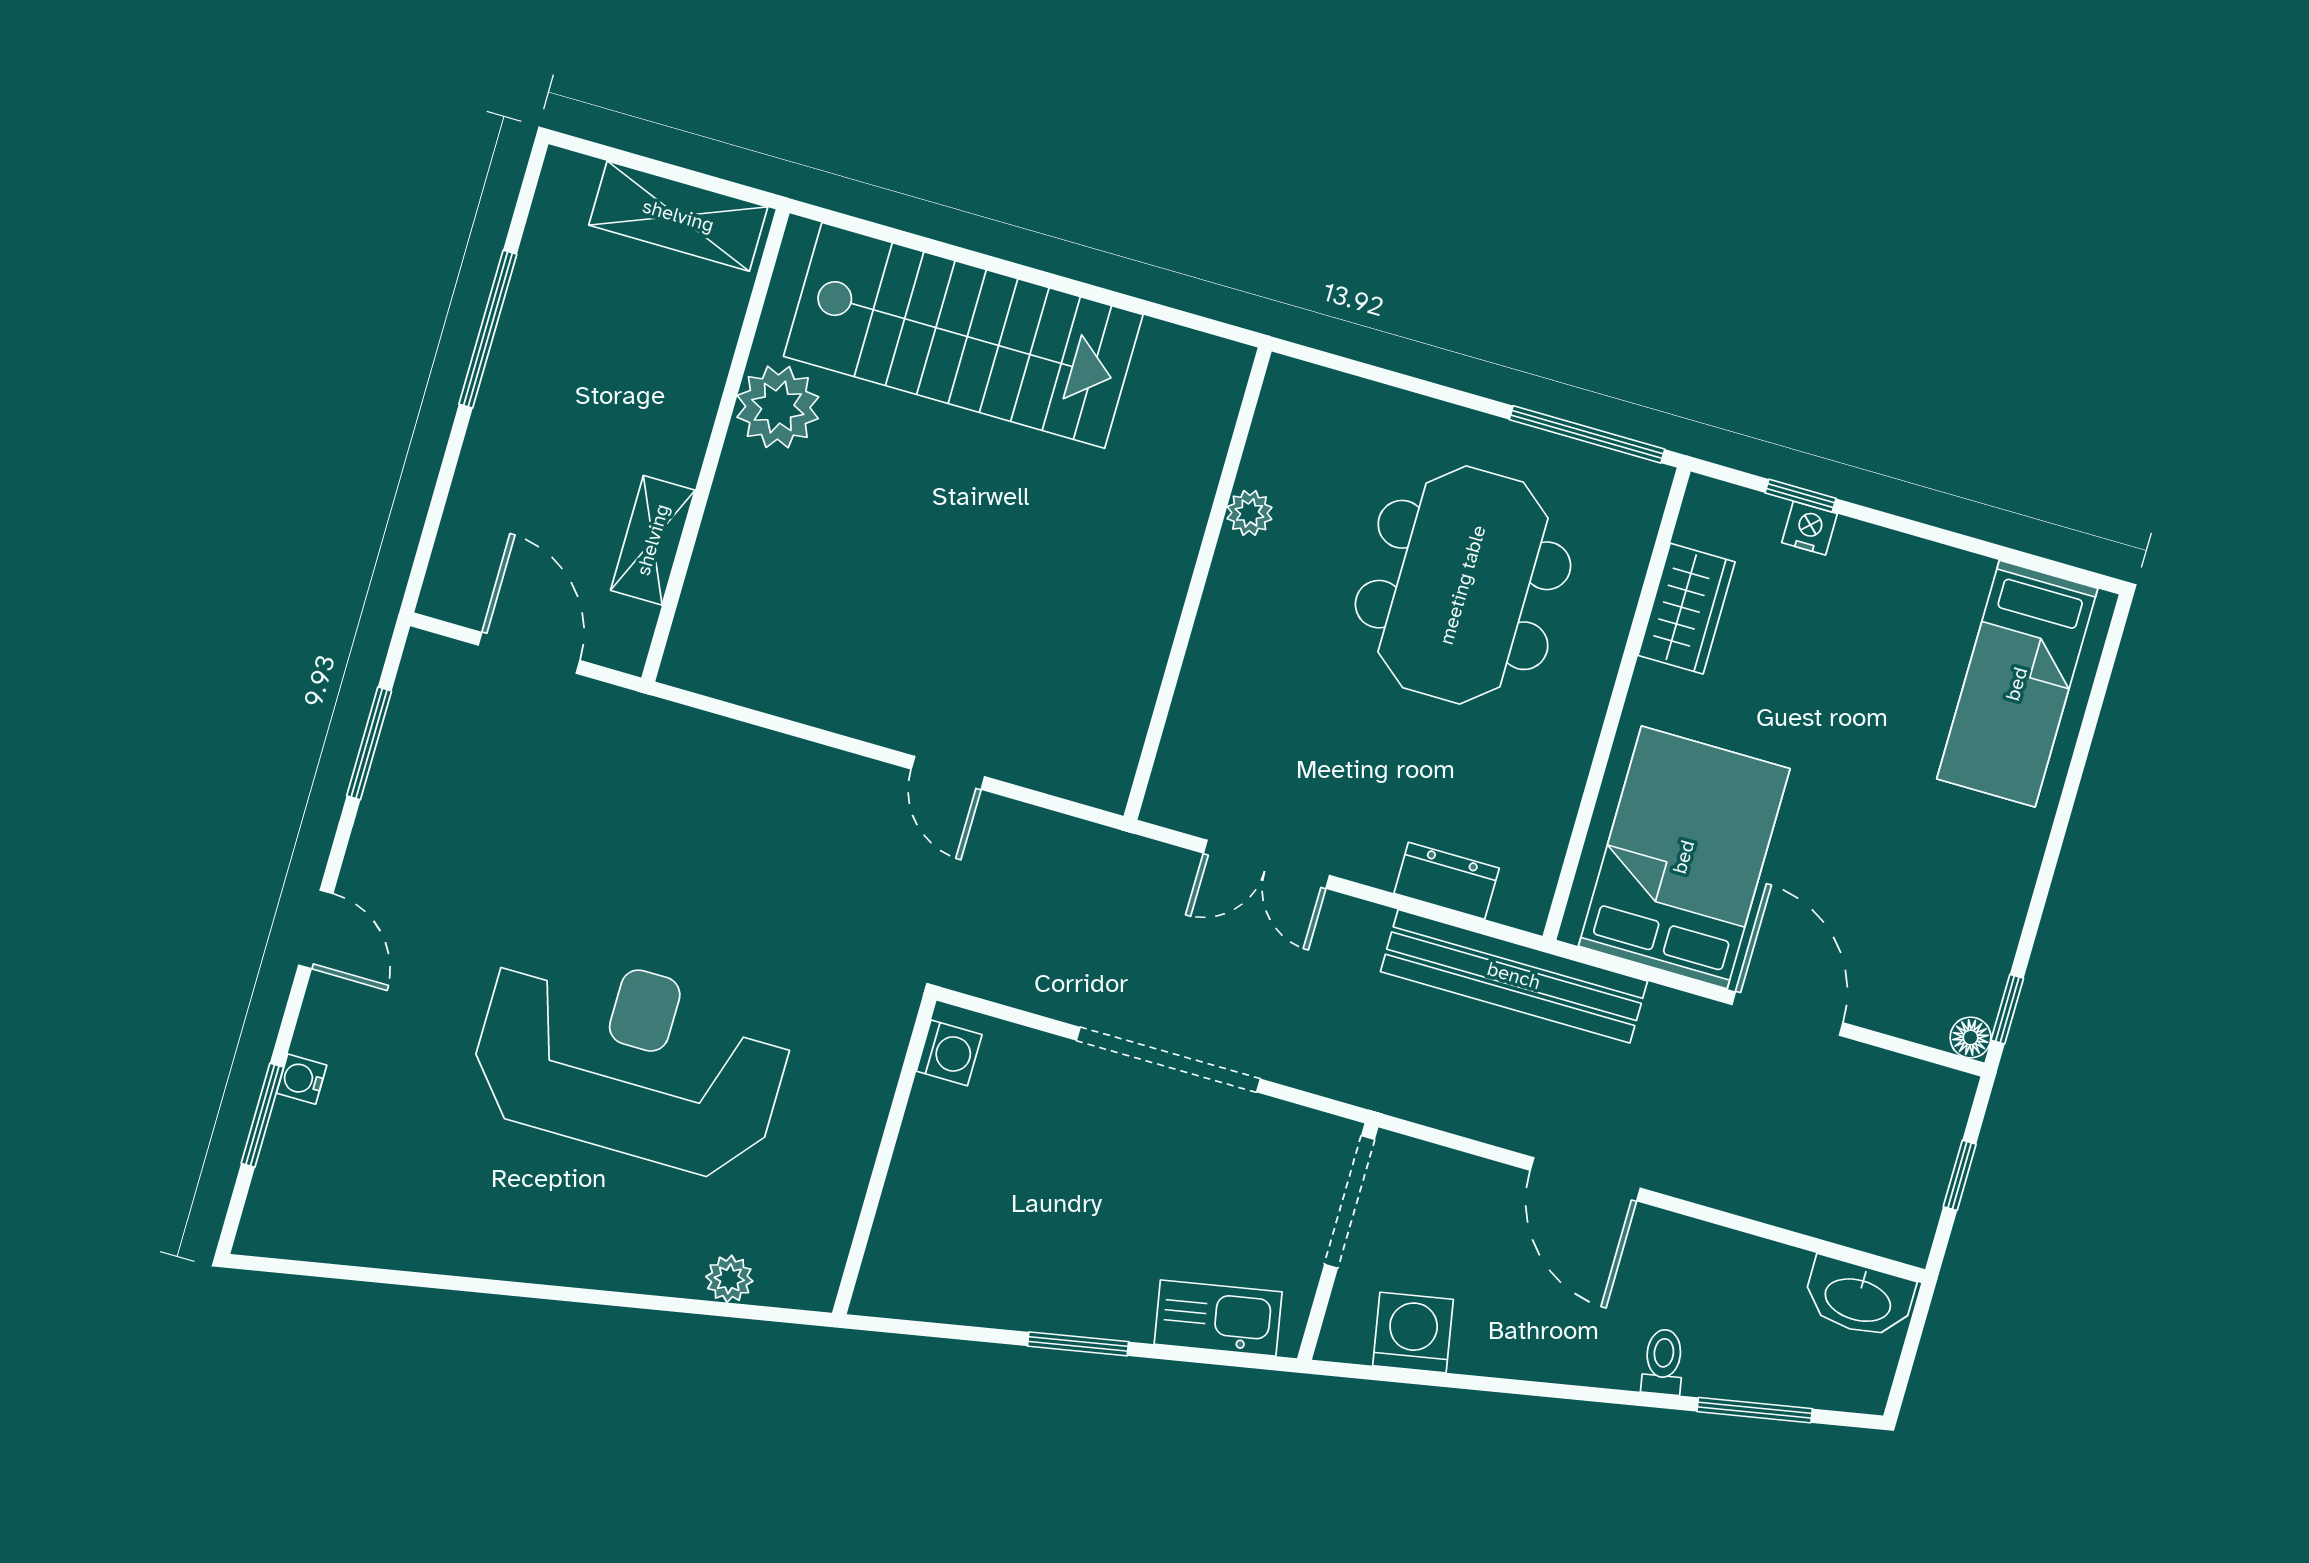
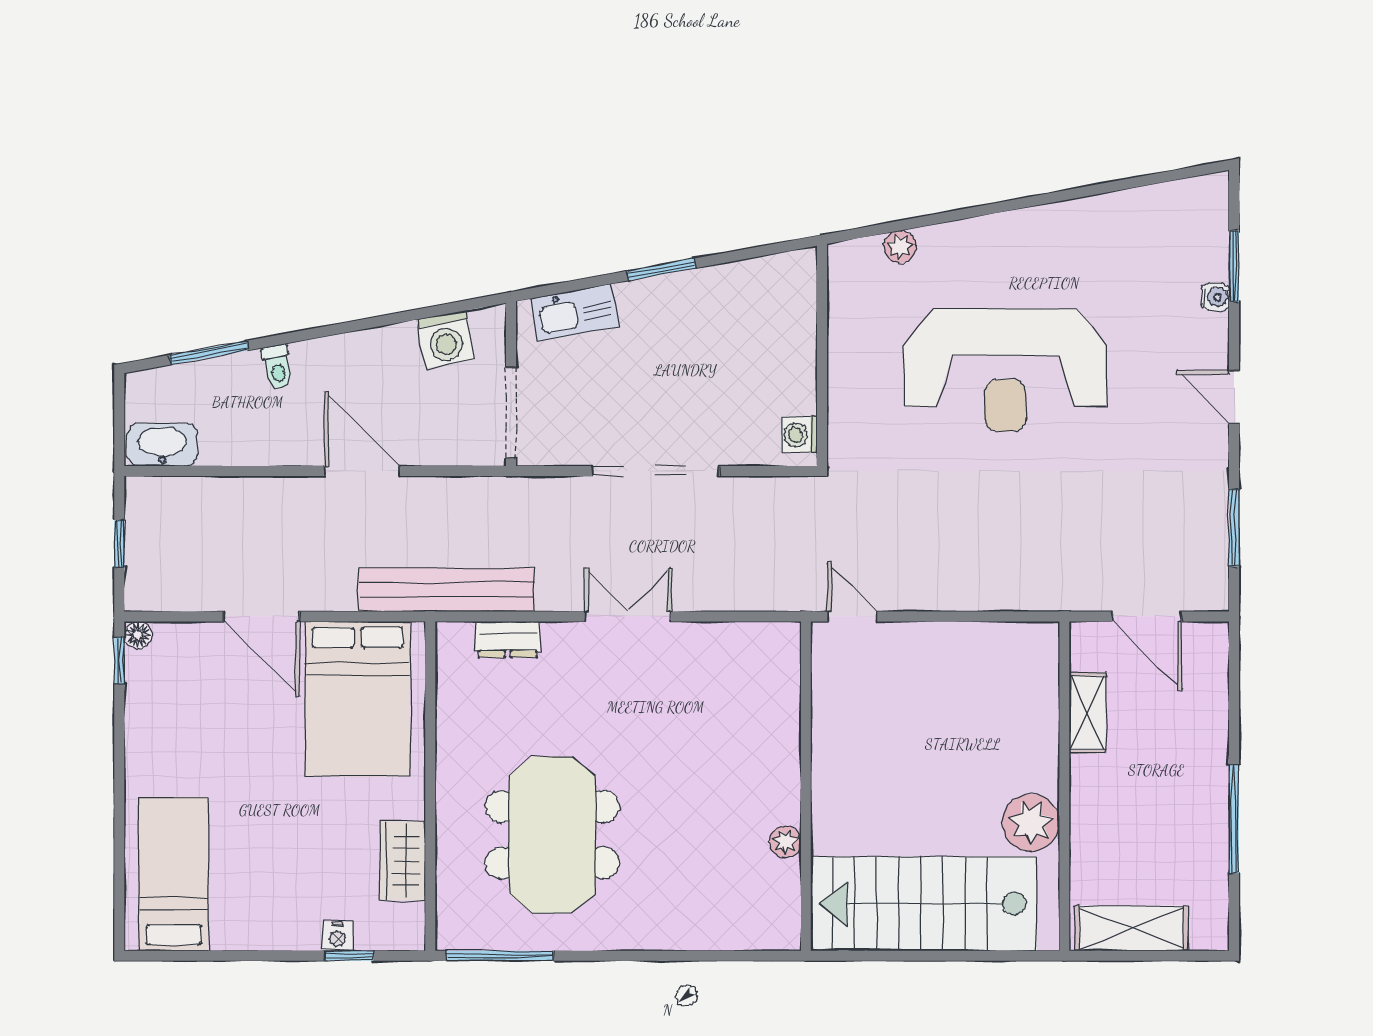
plant: (1249, 513) -> (785, 842), moved
wall: (1198, 584) -> (806, 786), moved

